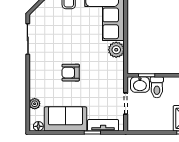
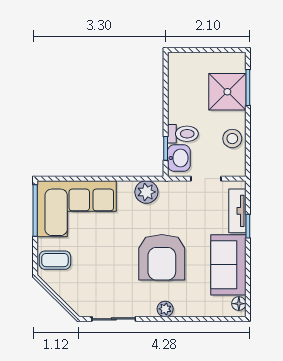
plant: (116, 50) -> (146, 192), moved
armchair: (71, 73) -> (162, 257), width x1.88, depth x1.88
plant: (35, 104) -> (165, 309), moved
stool: (154, 122) -> (232, 139), added

